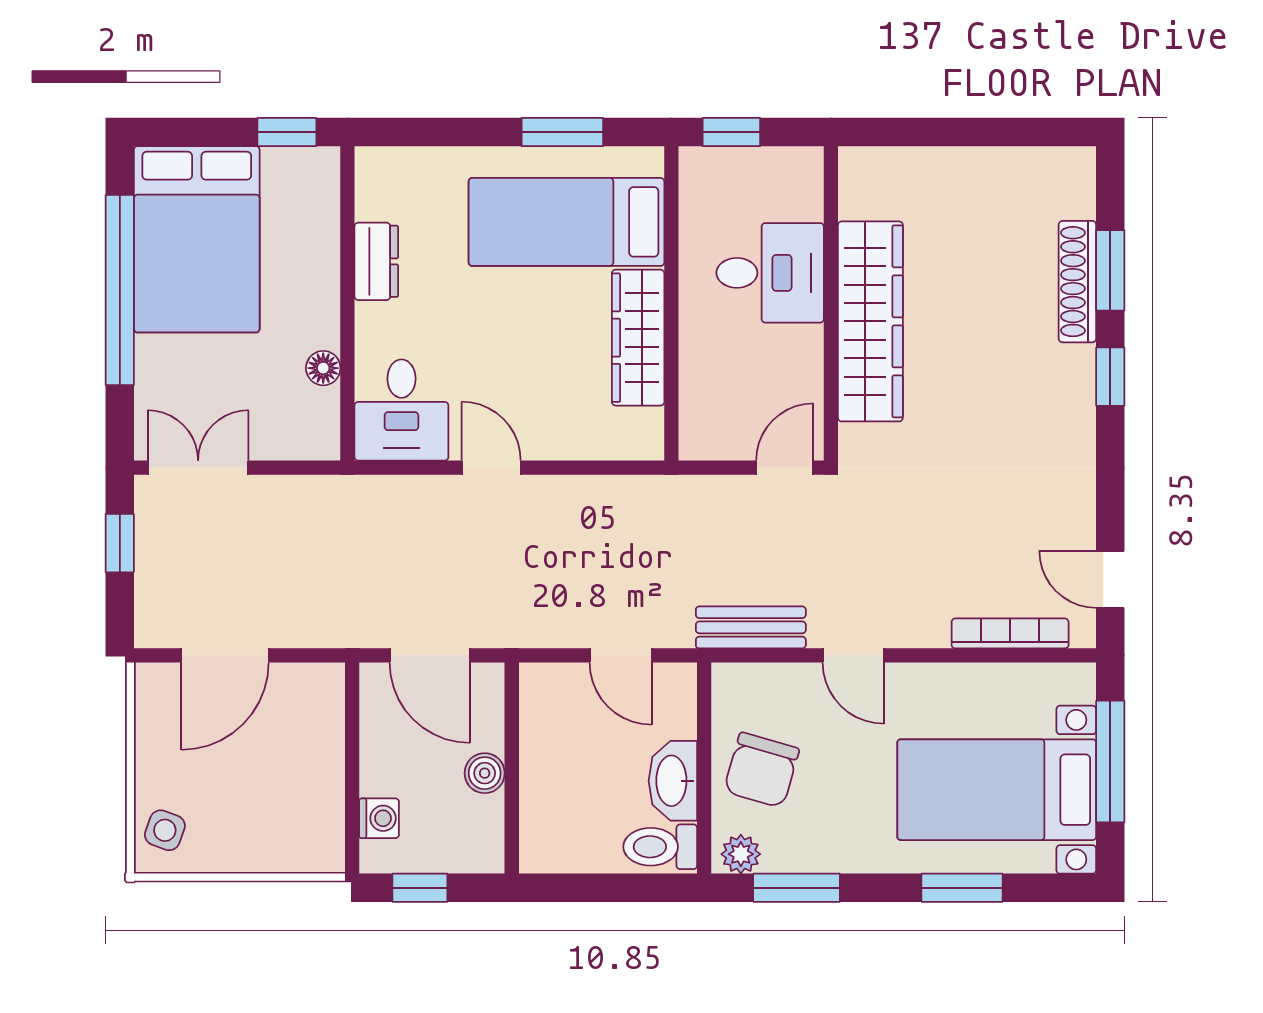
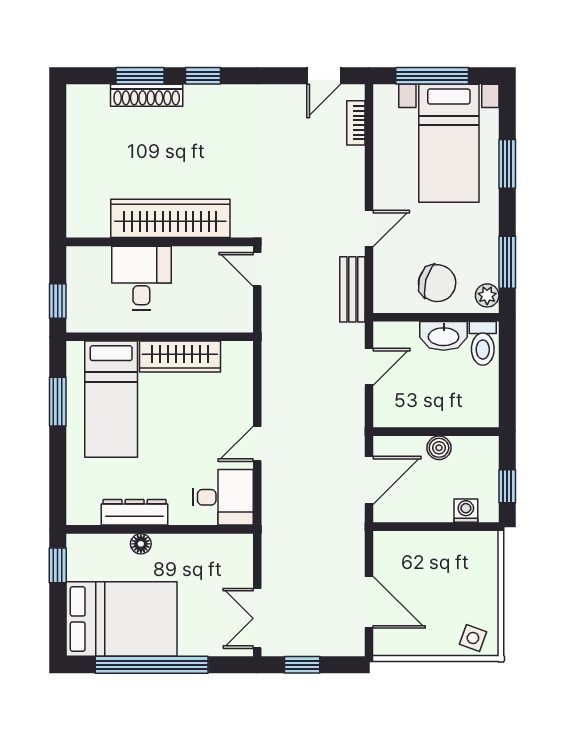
dresser: (376, 261) -> (135, 512), width x1.44
floor lamp: (323, 368) -> (141, 544), moved
bookcase: (1010, 633) -> (356, 123), width x0.64

